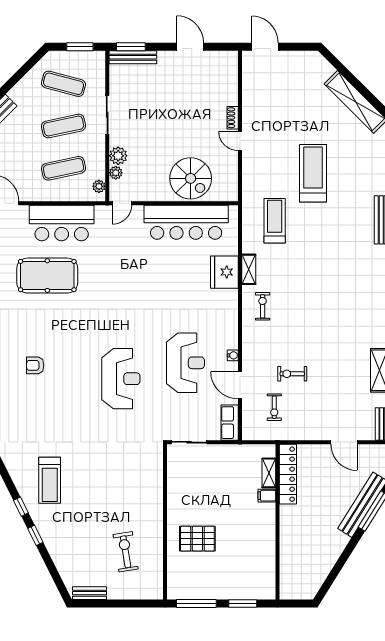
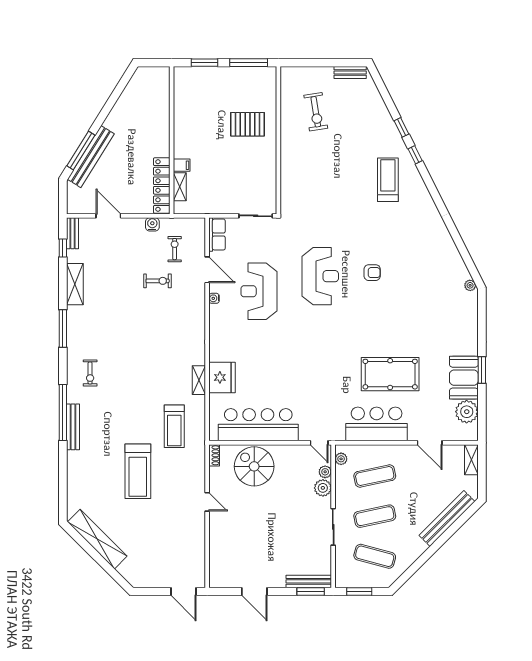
shoe rack: (233, 118) -> (214, 455), moved
door: (122, 203) -> (319, 443), swing flipped
exercise bike: (263, 306) -> (90, 373), moved
armchair: (35, 365) -> (372, 273), moved
reception desk: (121, 379) -> (320, 276), turned 180
water cooler: (298, 433) -> (152, 224), added

